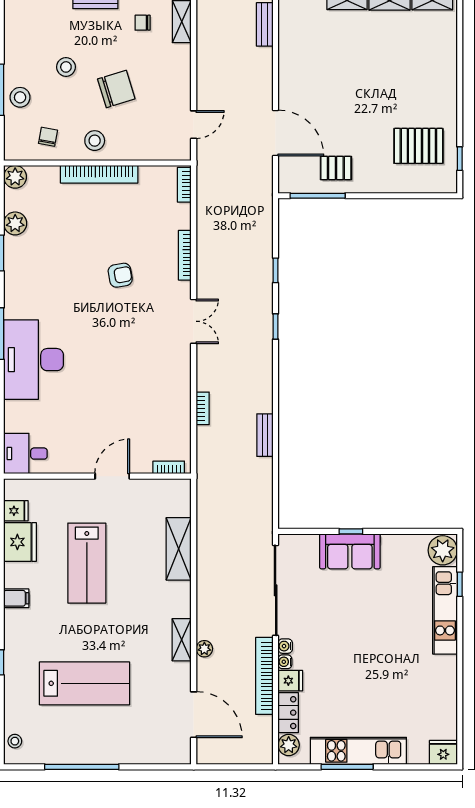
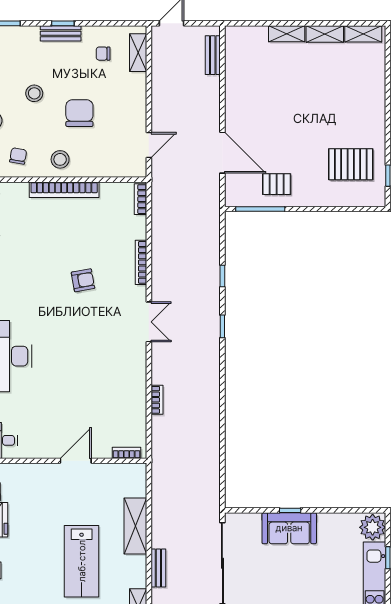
chair: (116, 89) -> (79, 113), turned -73
bench: (265, 435) -> (158, 568), moved
lab bench: (87, 563) -> (82, 561), moved

